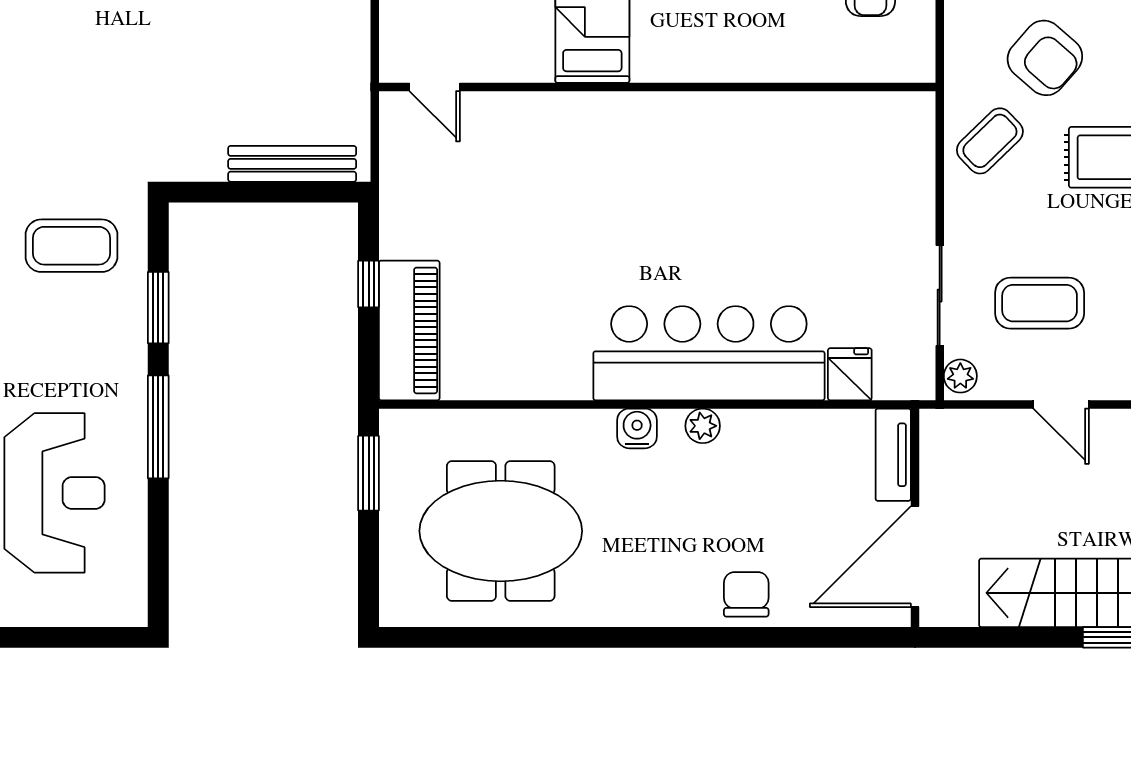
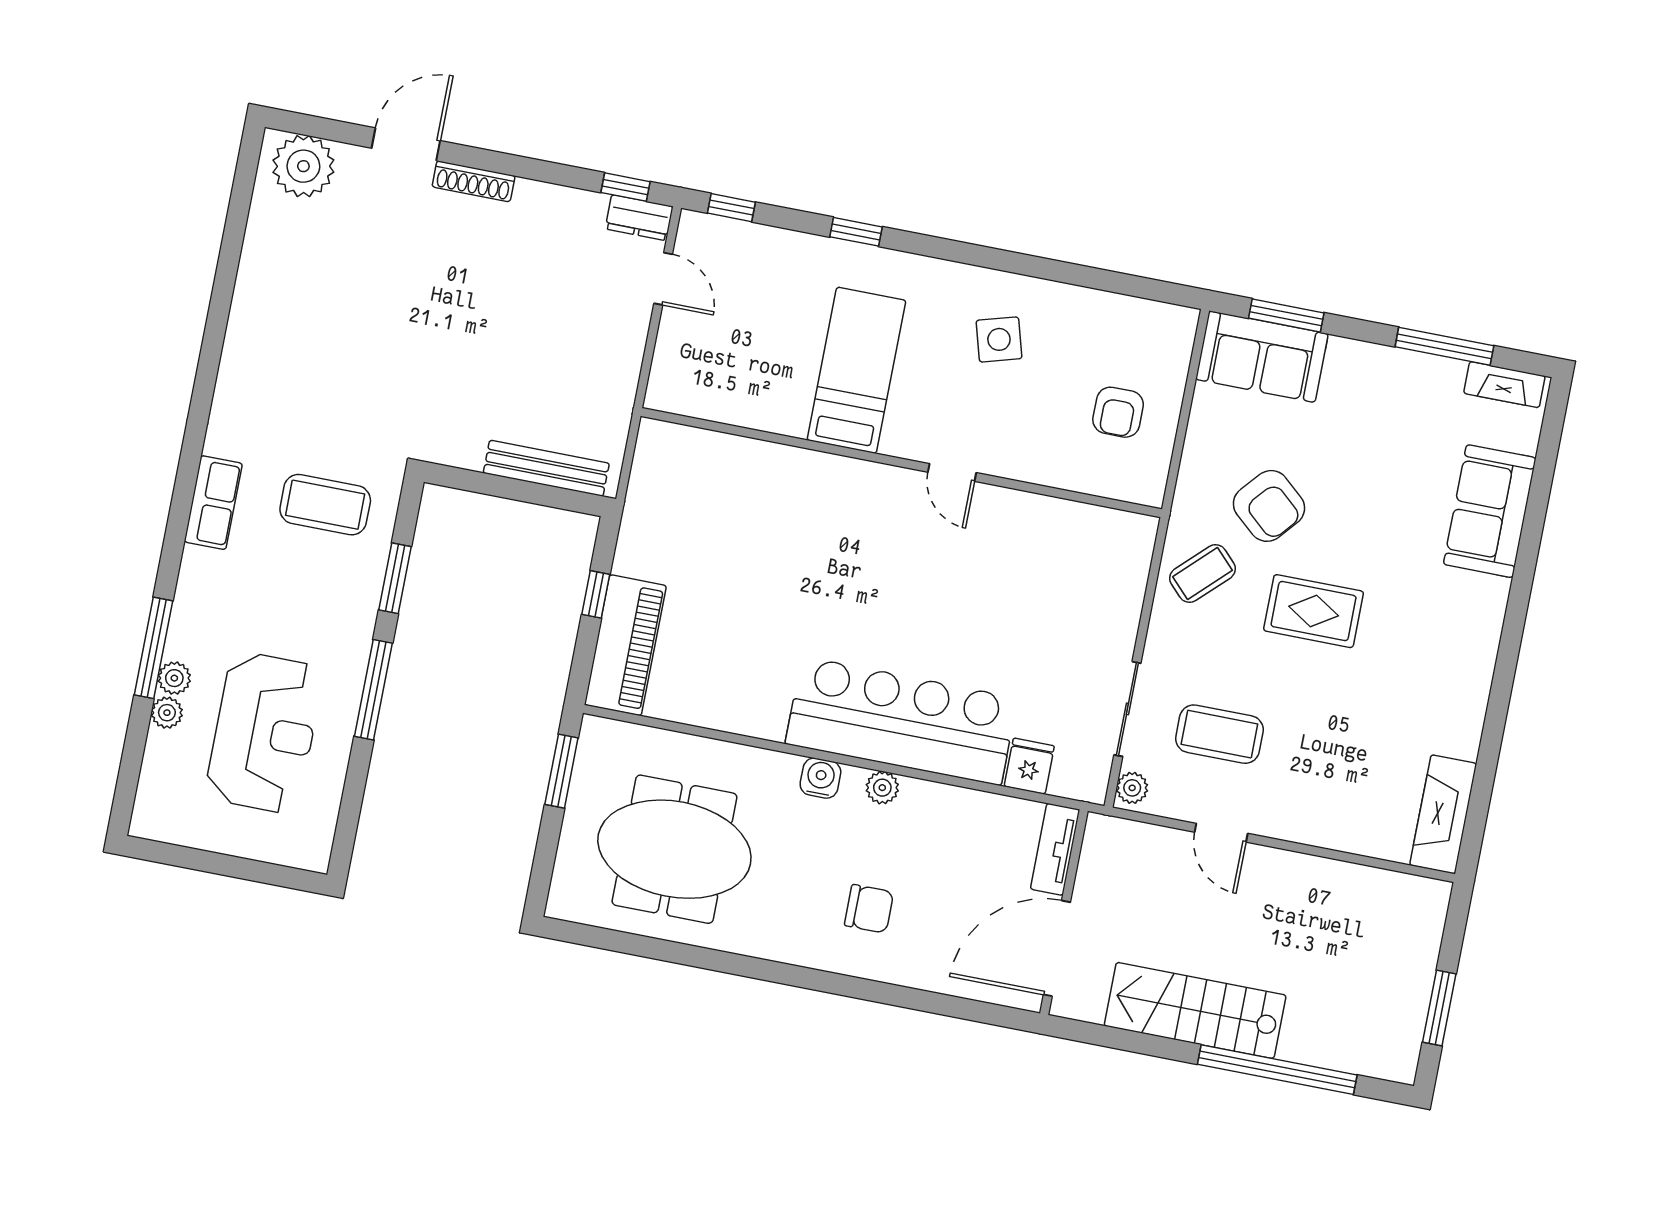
door: (435, 87) -> (952, 472), moved
chair: (746, 594) -> (869, 909), moved, turned 90

